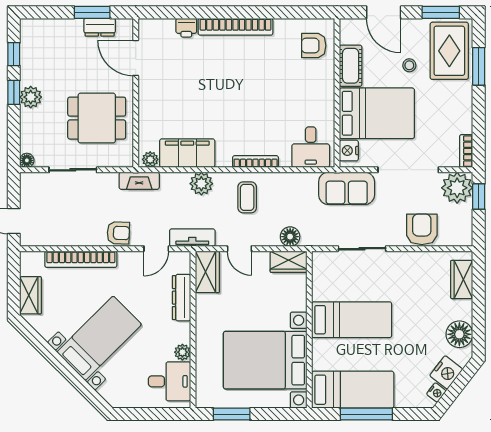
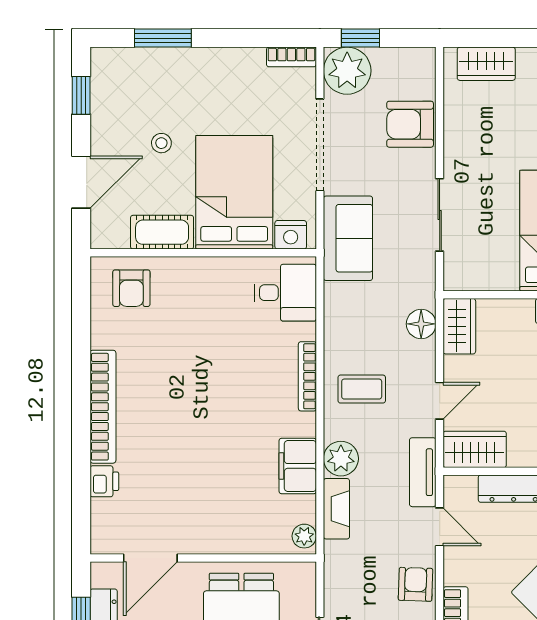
window: (441, 12) -> (81, 95), width x0.67
rug: (449, 51) -> (139, 83), removed
filing cabinet: (187, 153) -> (298, 466), width x0.67, depth x0.86
fireplace: (139, 181) -> (336, 509), moved

